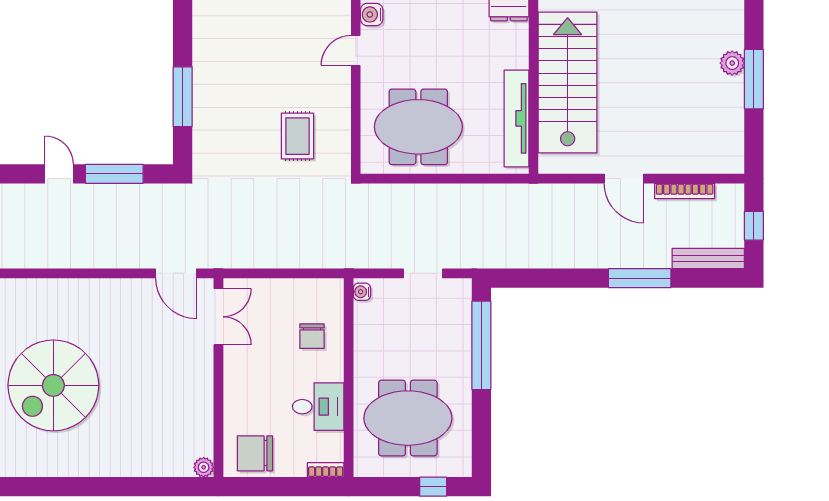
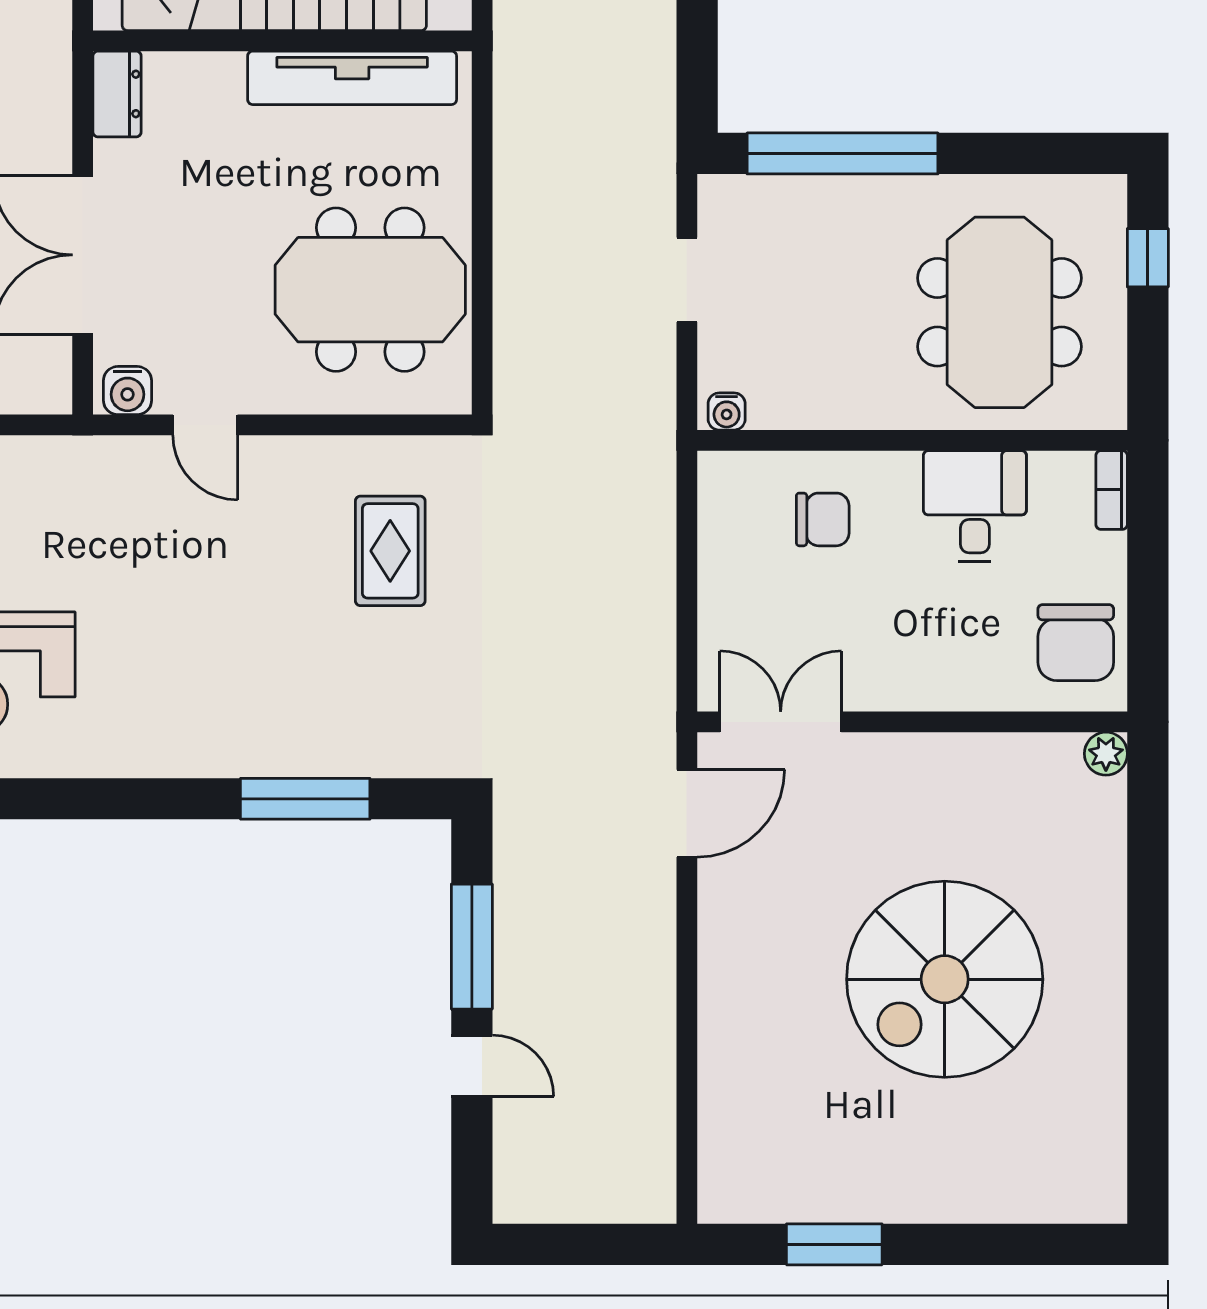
meeting table: (418, 127) -> (370, 290), turned 90
rug: (297, 136) -> (390, 551), turned 90
door: (59, 174) -> (472, 1066), swing flipped
spiral stairs: (53, 385) -> (945, 979), moved, turned 90

